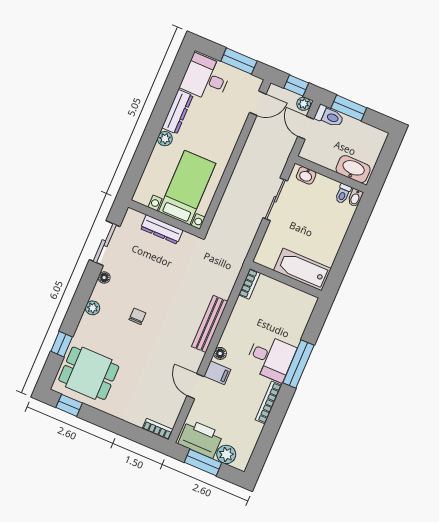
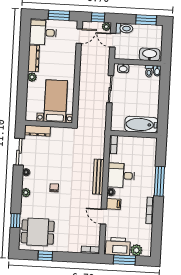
window: (349, 108) -> (146, 20), moved
dresser: (162, 229) -> (38, 131), moved
desk: (271, 358) -> (121, 175), moved, turned 180
window: (69, 405) -> (45, 256), moved

